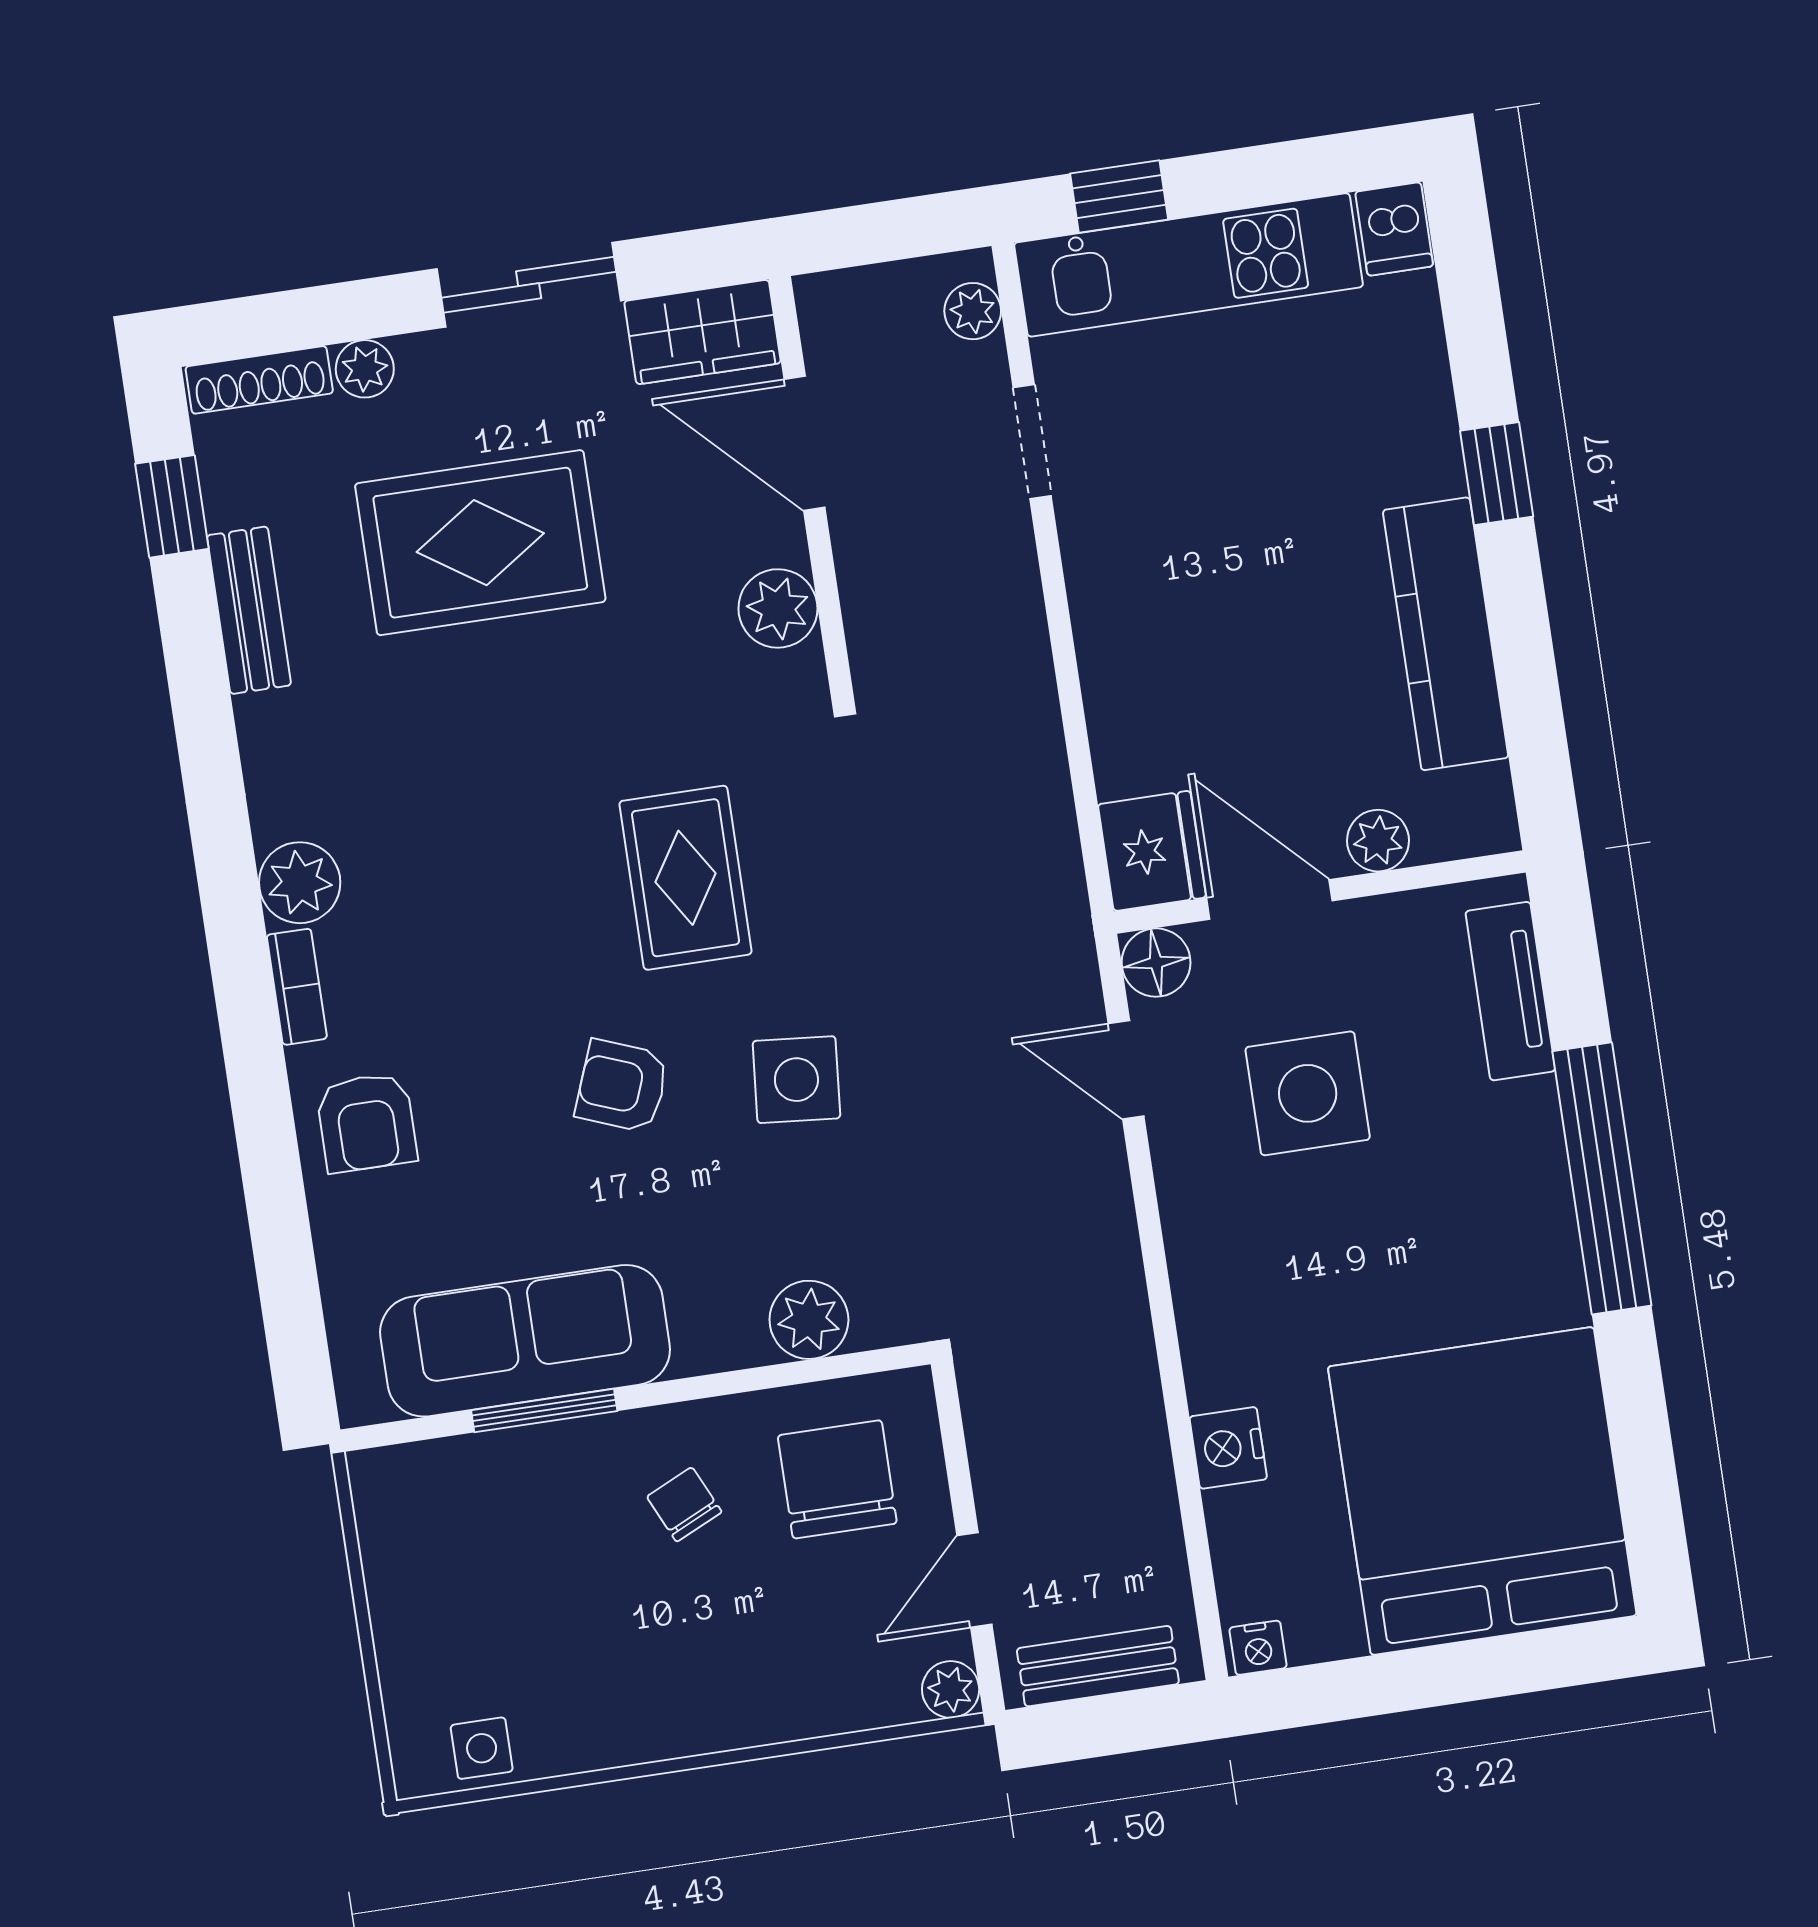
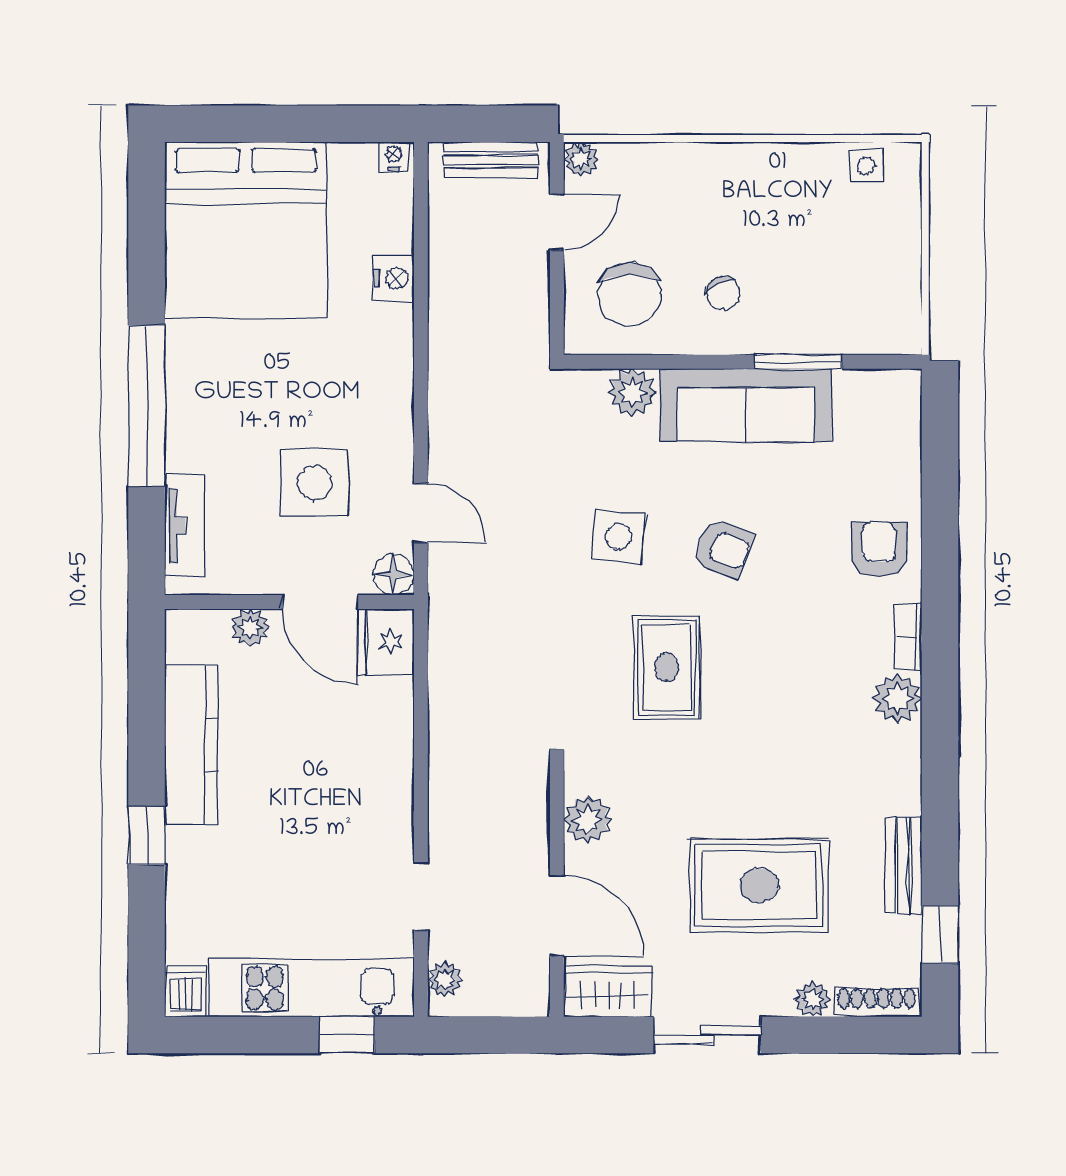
sofa: (525, 1341) -> (746, 405), moved

